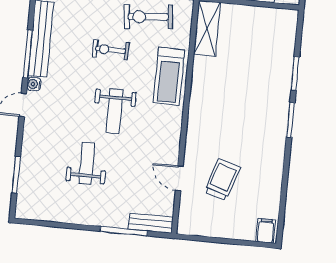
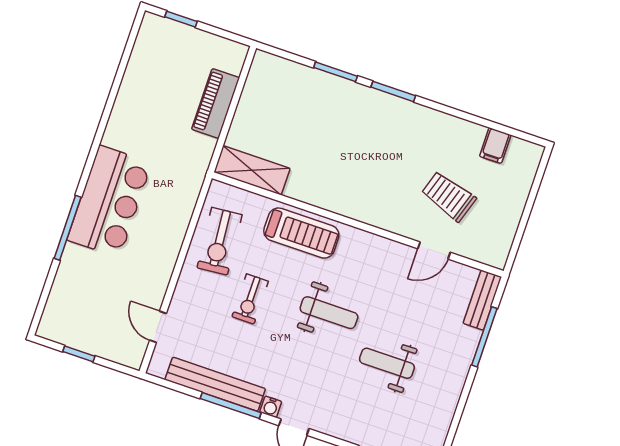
filing cabinet: (266, 231) -> (495, 146), moved, turned -90

